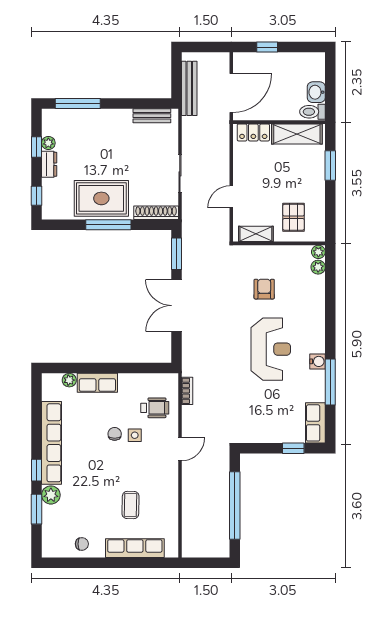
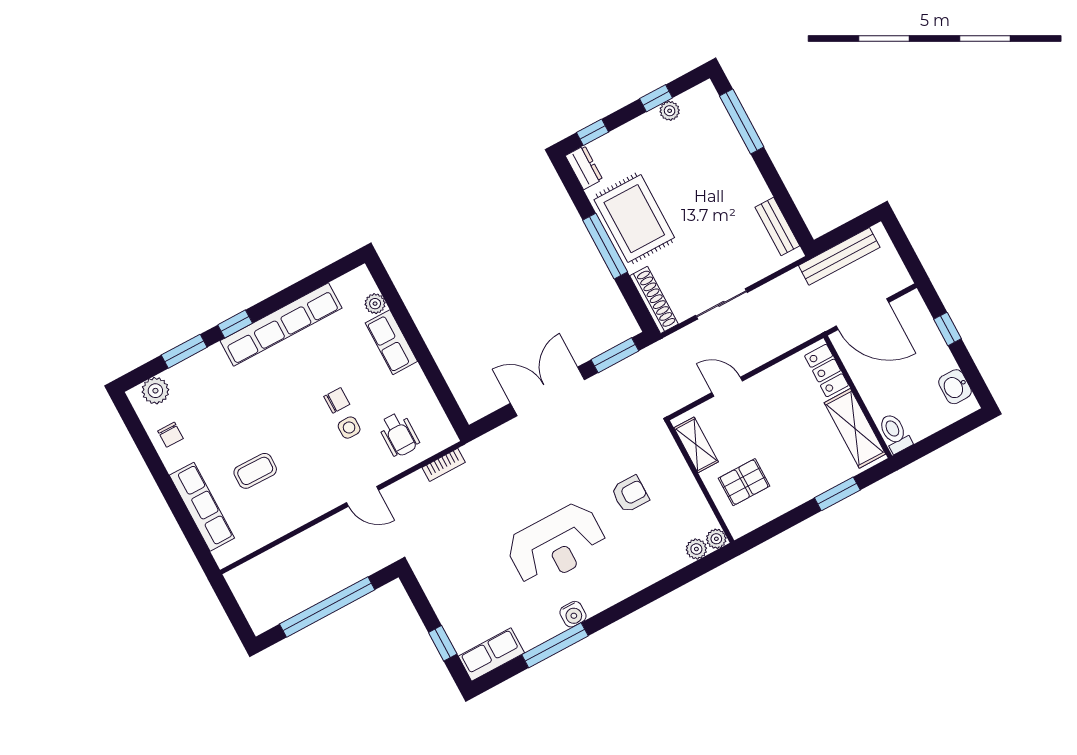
washbasin: (316, 92) -> (955, 387), moved, turned -90
dresser: (49, 164) -> (584, 168), moved, turned -90
plant: (51, 495) -> (155, 391), moved

